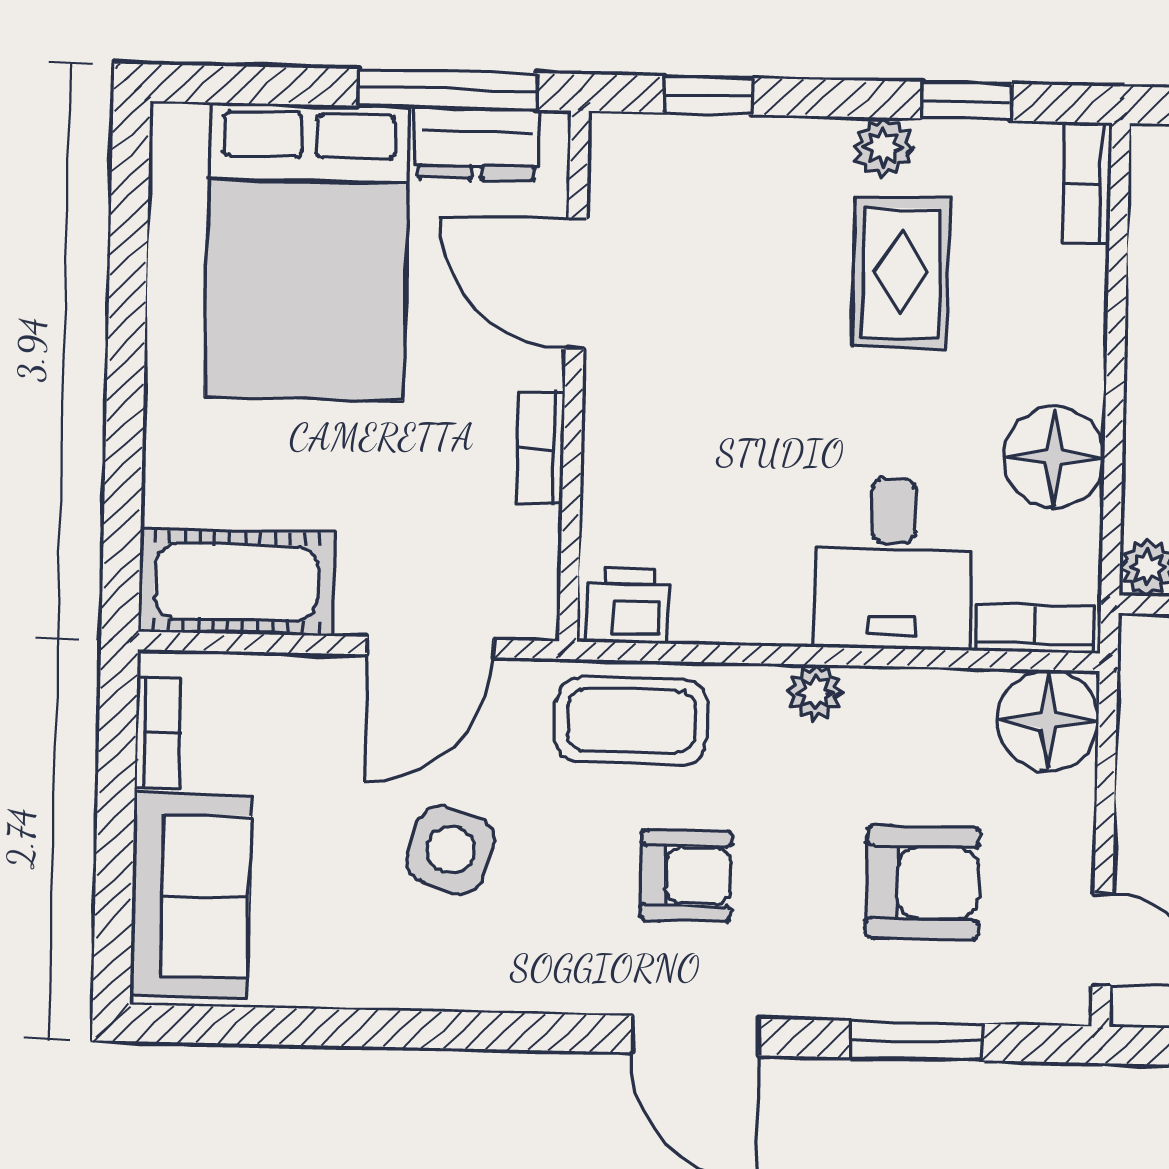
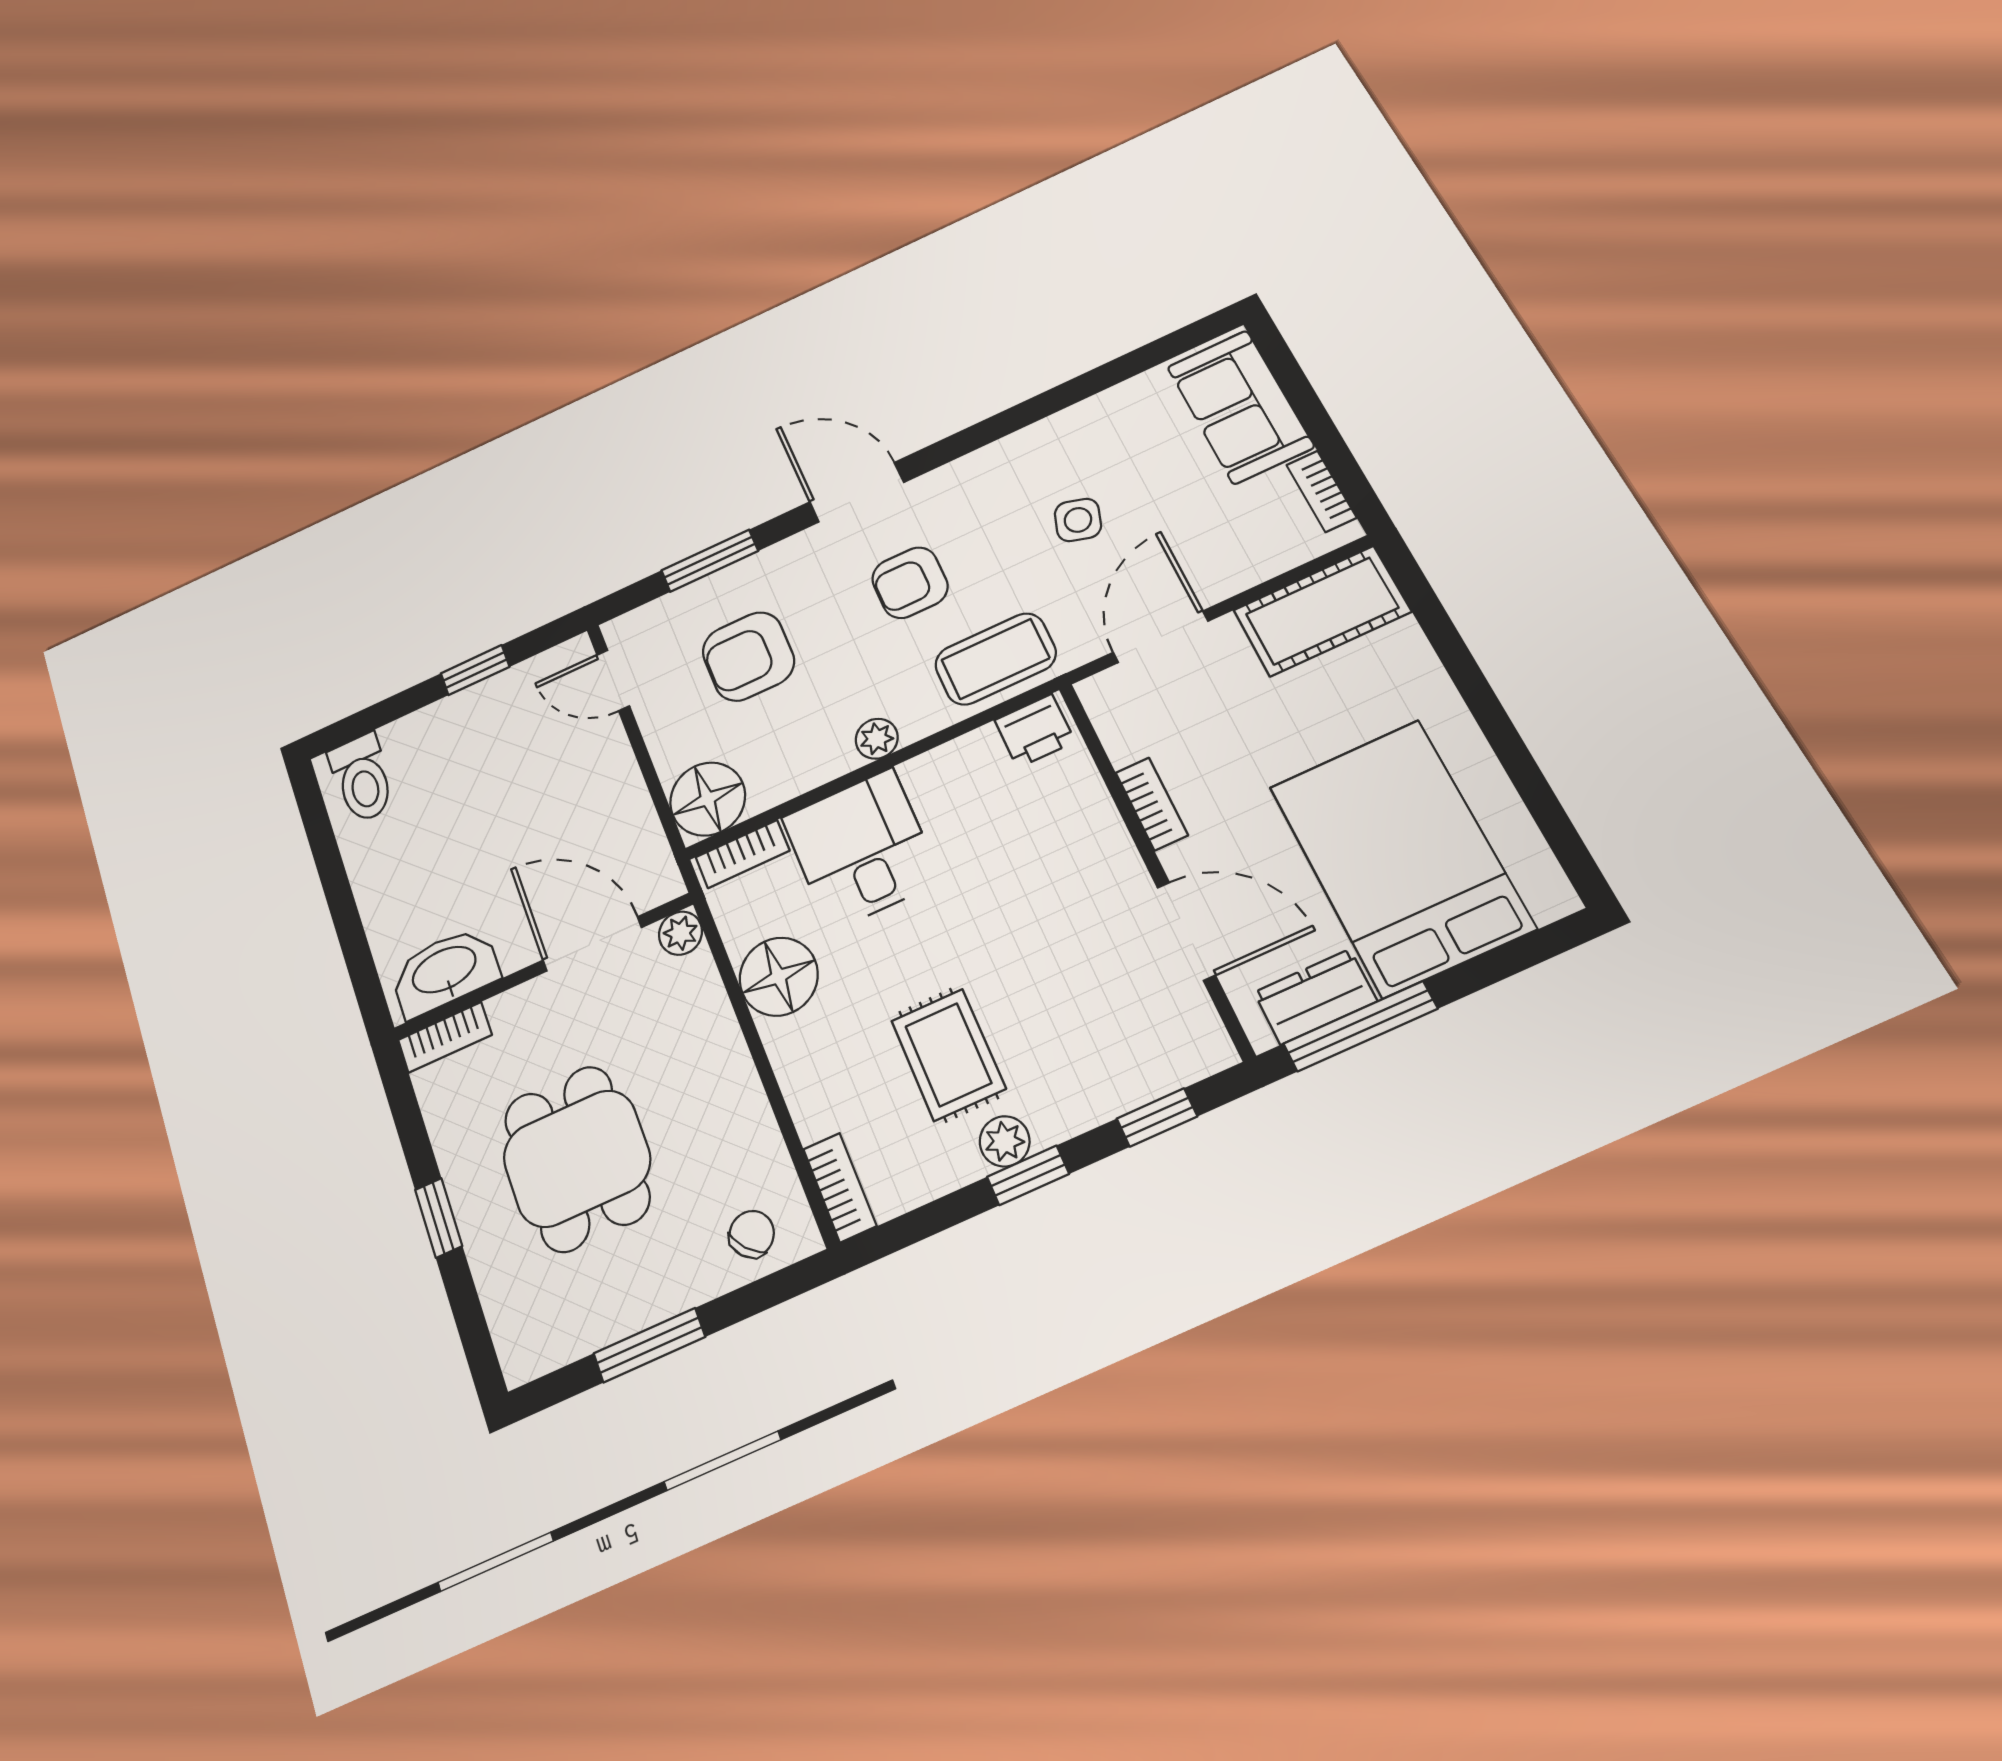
window: (966, 101) -> (1028, 1175), moved
side table: (451, 850) -> (1078, 520), width x0.73, depth x0.73

